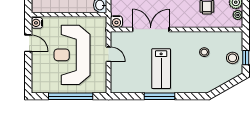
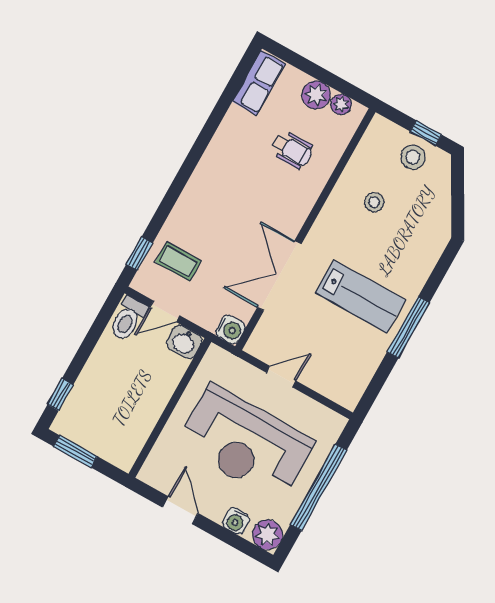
water cooler: (37, 23) -> (236, 521), moved
door: (28, 43) -> (180, 510), hinge flipped
plant: (39, 86) -> (267, 535), added

